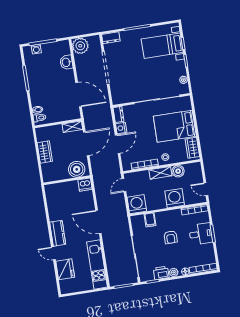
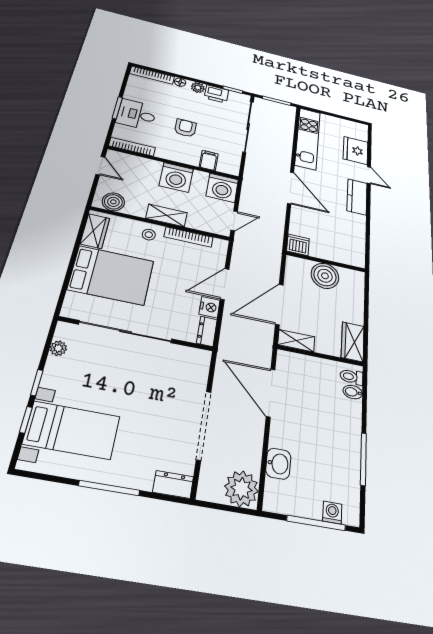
wardrobe: (45, 152) -> (353, 342), moved
boiler: (77, 169) -> (325, 276), moved
boiler: (178, 171) -> (113, 202), moved
washing machine: (175, 198) -> (176, 177), moved

